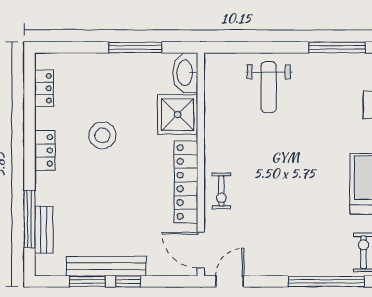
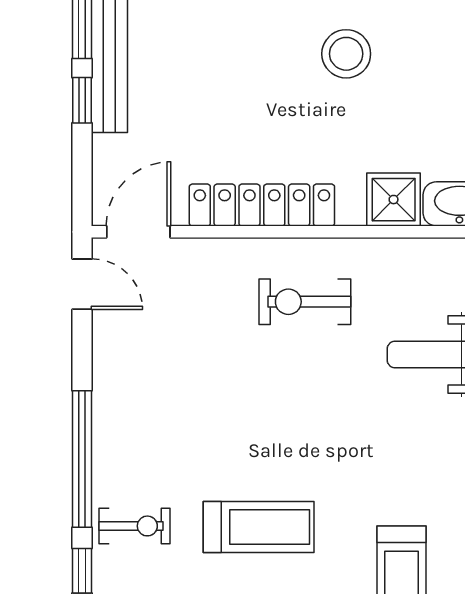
shower: (178, 115) -> (394, 200), width x0.73, depth x0.73
exercise bike: (221, 191) -> (305, 302), moved, width x1.38, depth x1.39

